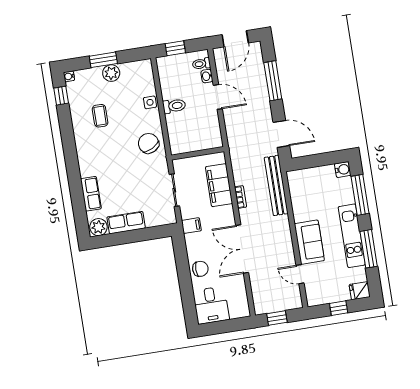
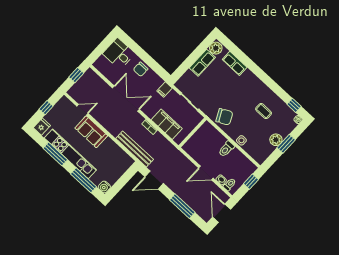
kitchen unit: (352, 236) -> (70, 154), width x1.36

